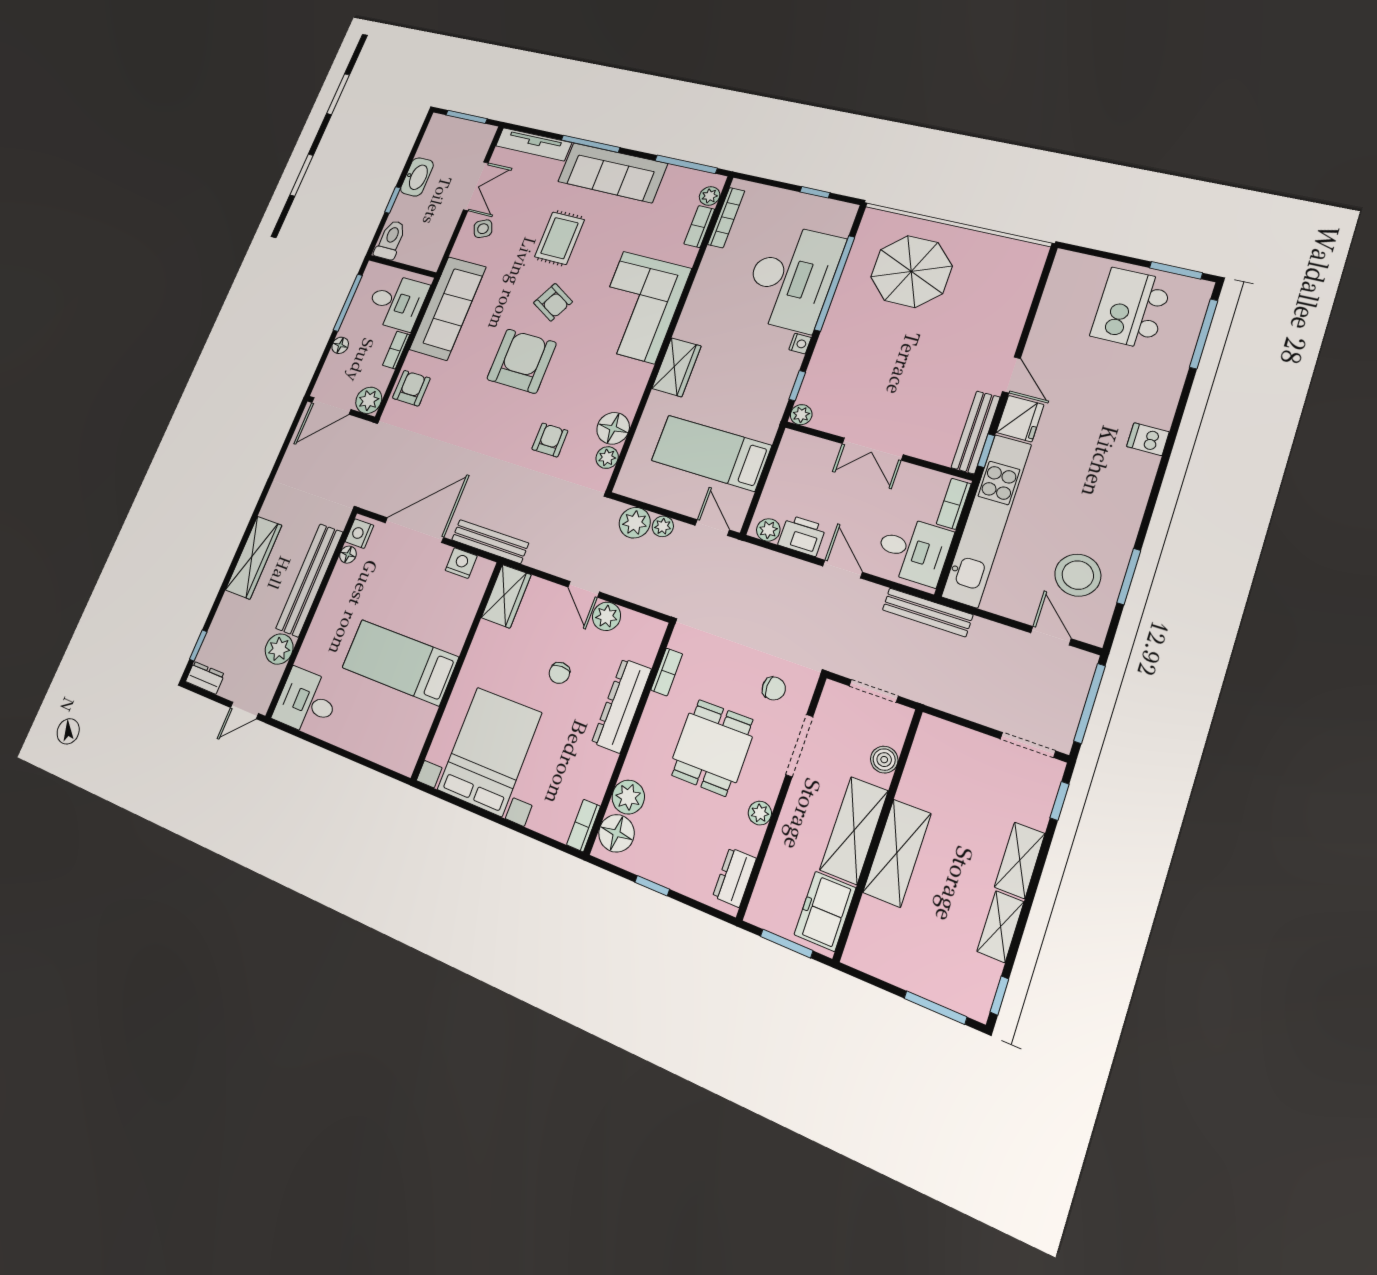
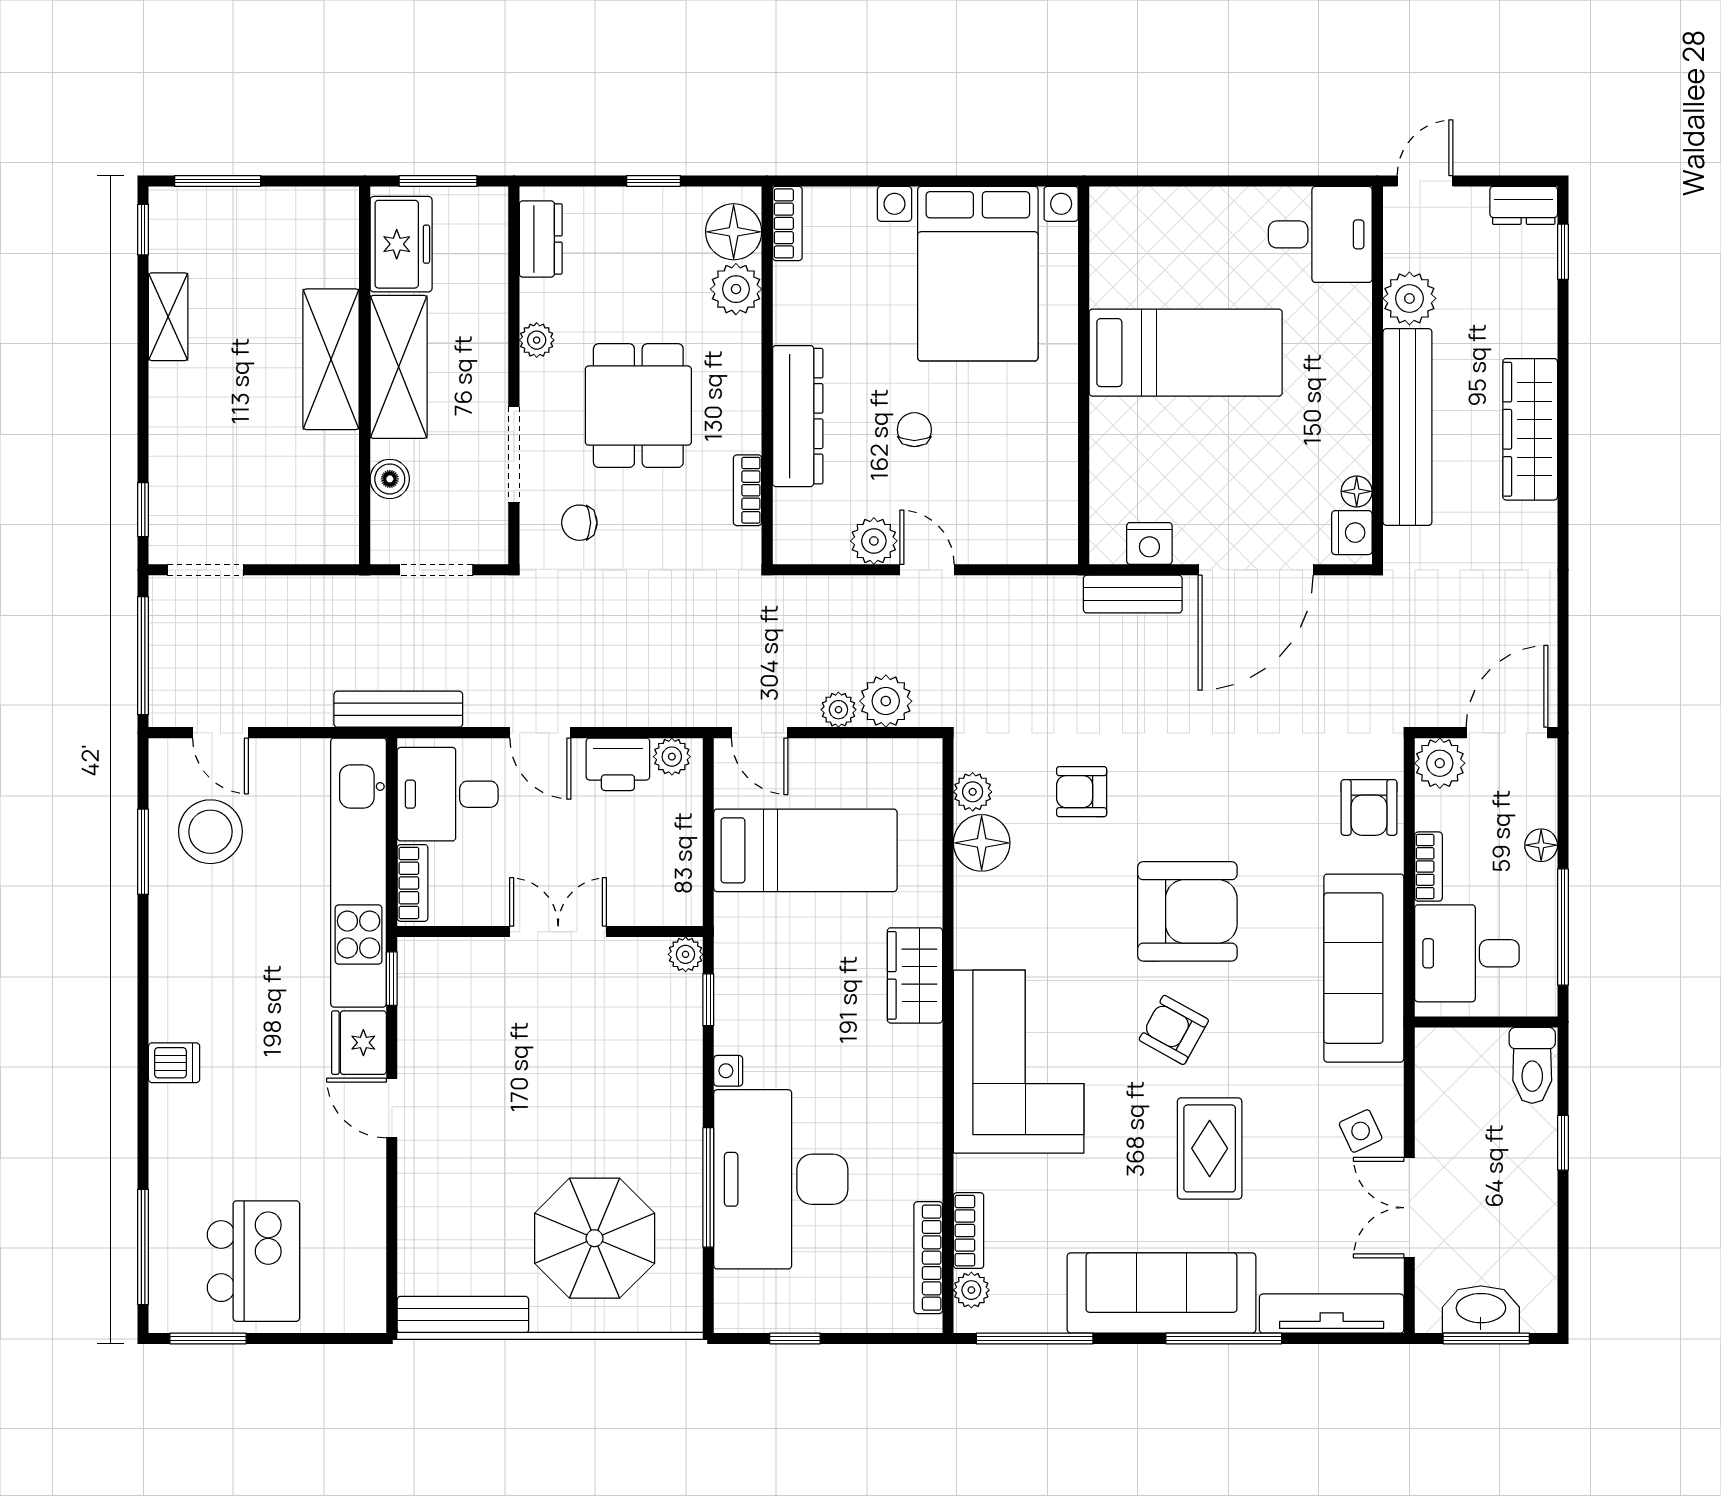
washbasin: (417, 177) -> (1481, 1310), moved, turned 90
window: (835, 283) -> (708, 1187), width x0.68
armchair: (522, 361) -> (1187, 911), turned -90
bench: (976, 432) -> (463, 1315), moved, turned 90
armchair: (550, 440) -> (1082, 792), turned 90
bench: (490, 541) -> (1133, 594), width x0.73
wardrobe: (506, 596) -> (1051, 517), removed
shelving: (1020, 860) -> (170, 412), removed

